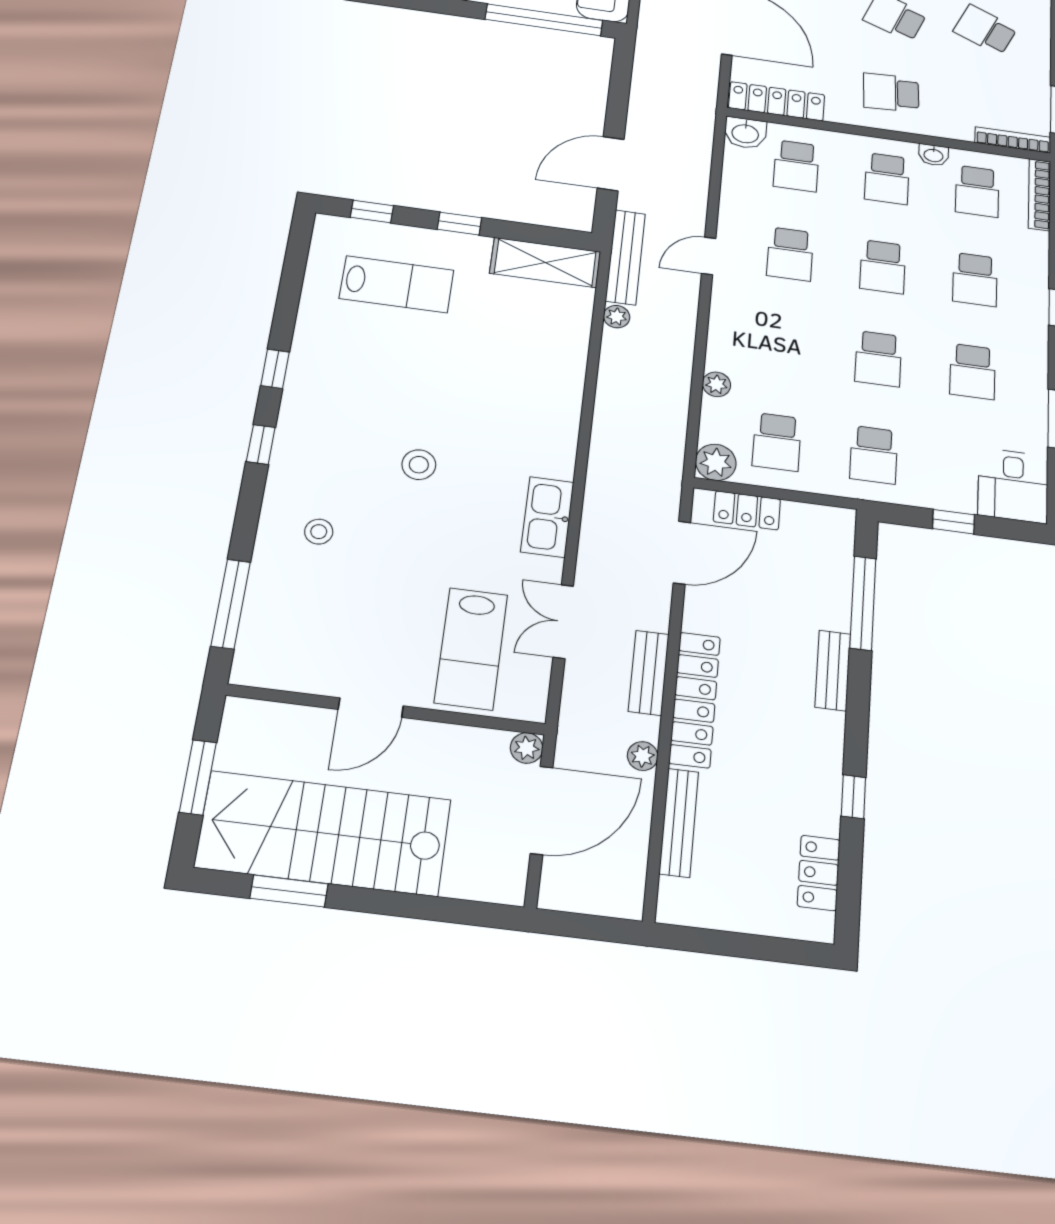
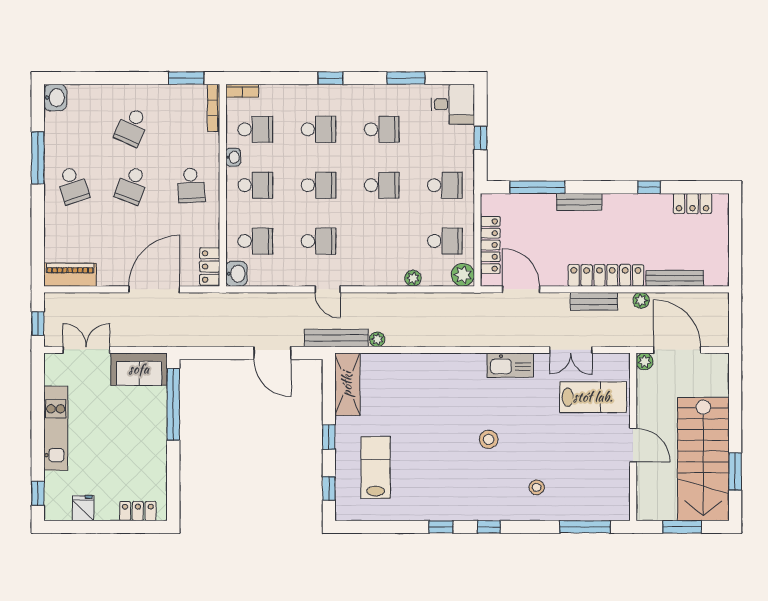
locker: (777, 101) -> (210, 266), width x0.66
bookcase: (1039, 195) -> (242, 91), width x0.64
locker: (747, 510) -> (490, 245), width x1.53

